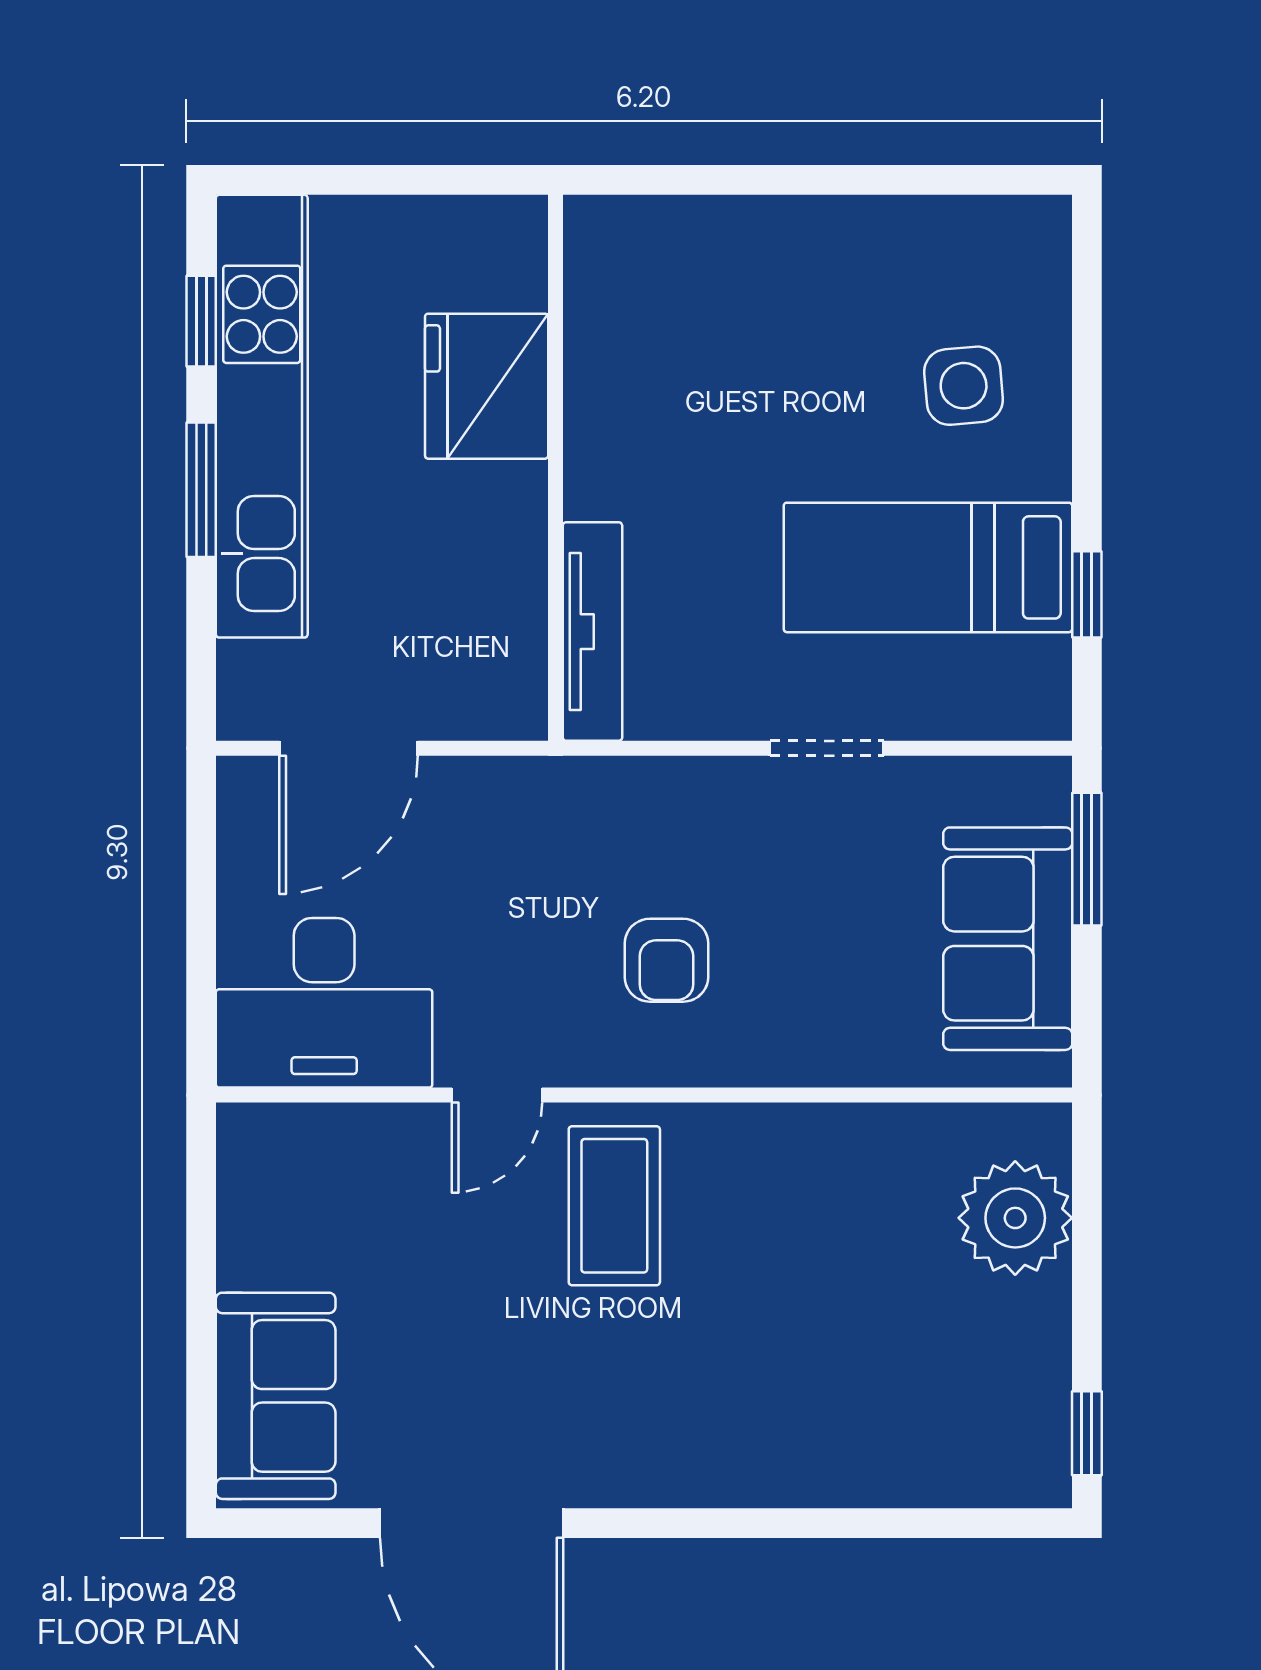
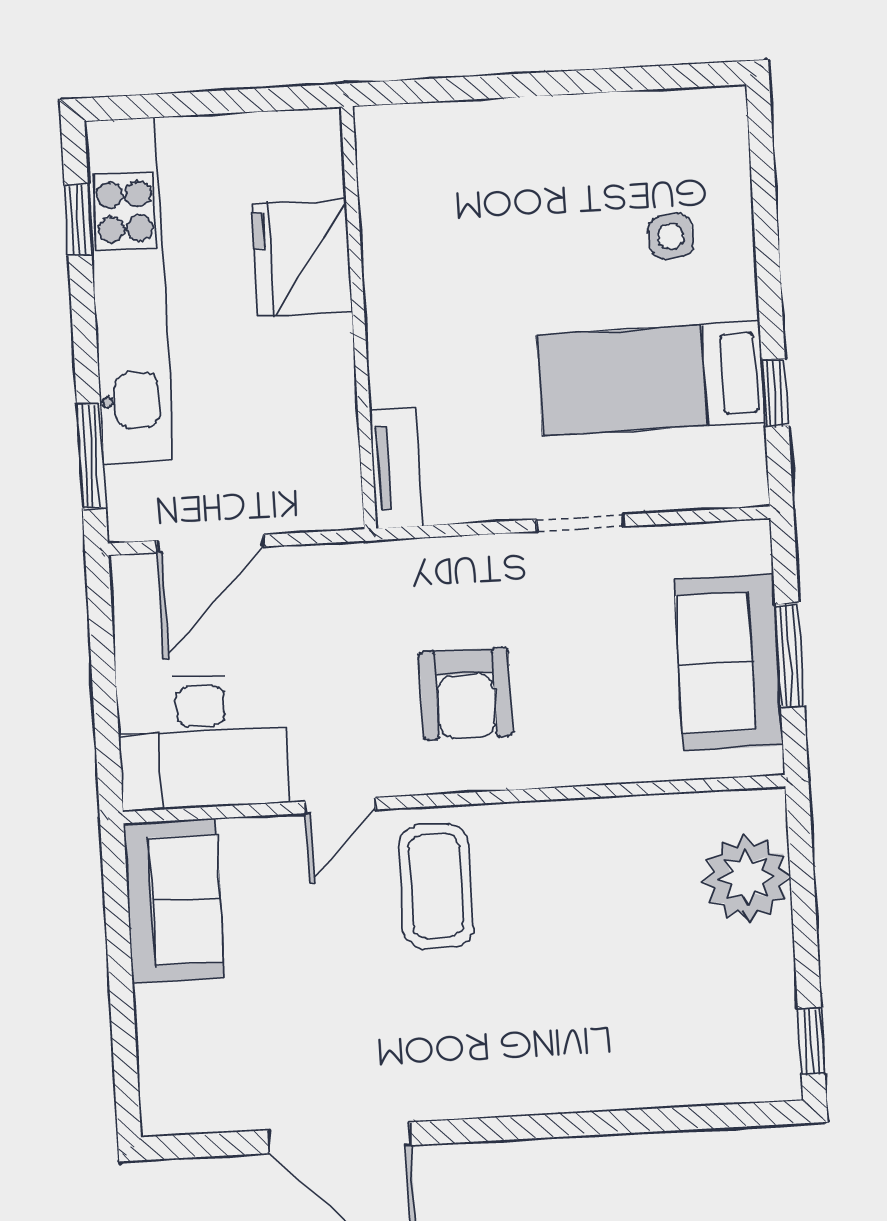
side table: (964, 386) -> (671, 237), width x0.73, depth x0.73
window: (201, 490) -> (91, 456), moved
tv unit: (592, 632) -> (396, 467), width x0.71
window: (1087, 859) -> (790, 655), moved
armchair: (666, 960) -> (466, 694), width x1.38, depth x1.38
sofa: (276, 1396) -> (174, 901), moved

